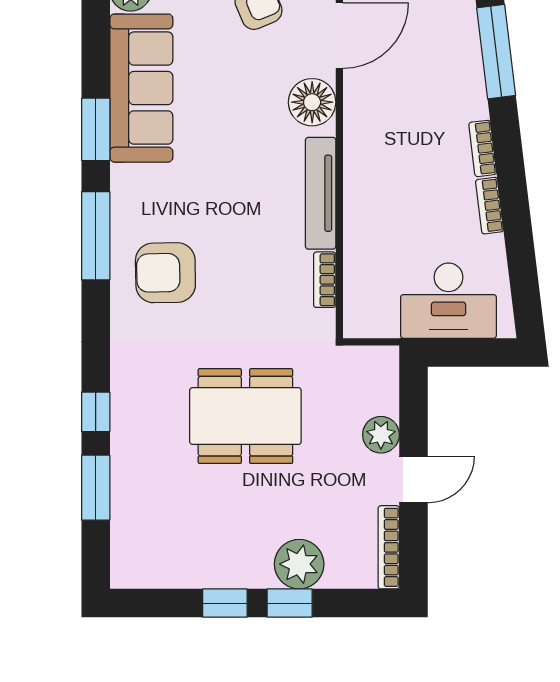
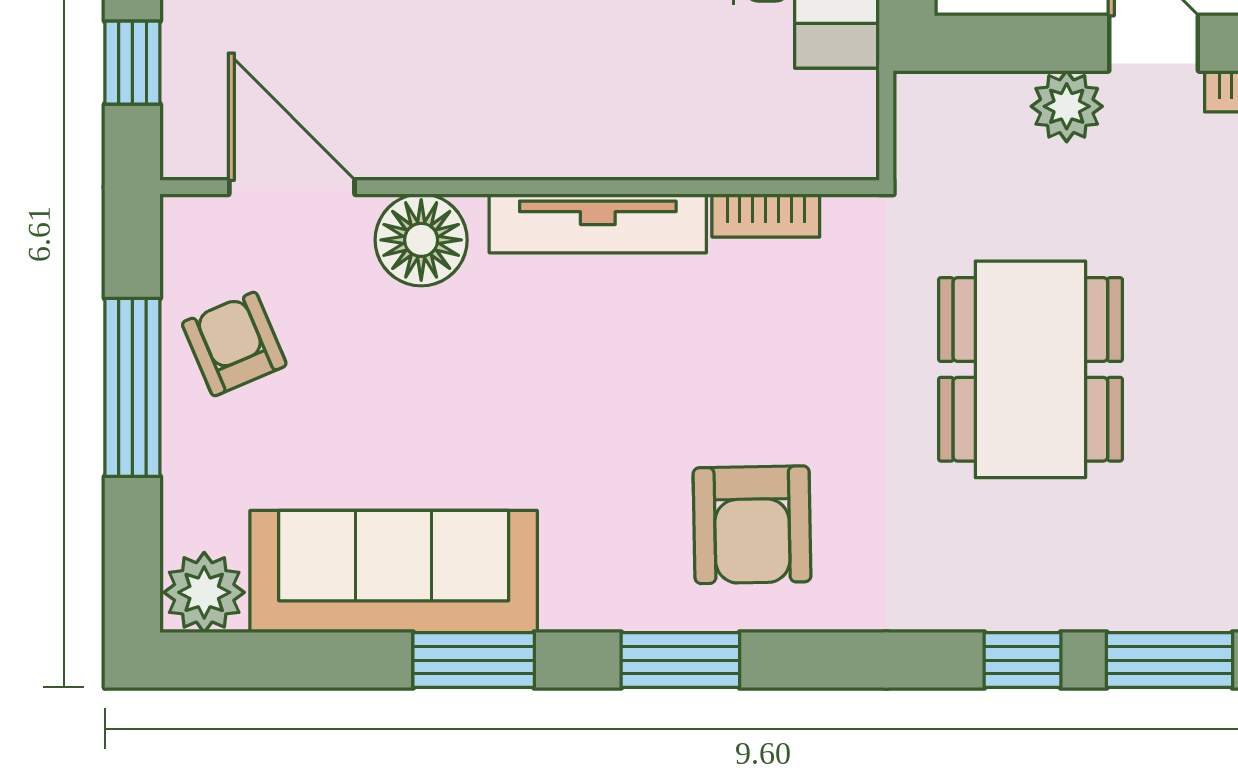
window: (96, 236) -> (680, 660), width x0.69

